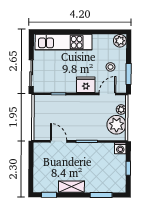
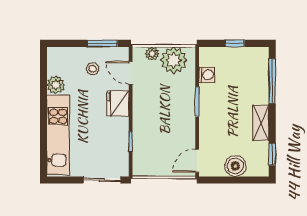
plant: (120, 41) -> (56, 85), moved
door: (59, 141) -> (197, 161), moved
washing machine: (120, 148) -> (207, 75), moved
boiler: (41, 168) -> (235, 166), added
window: (101, 195) -> (272, 81), width x1.44

